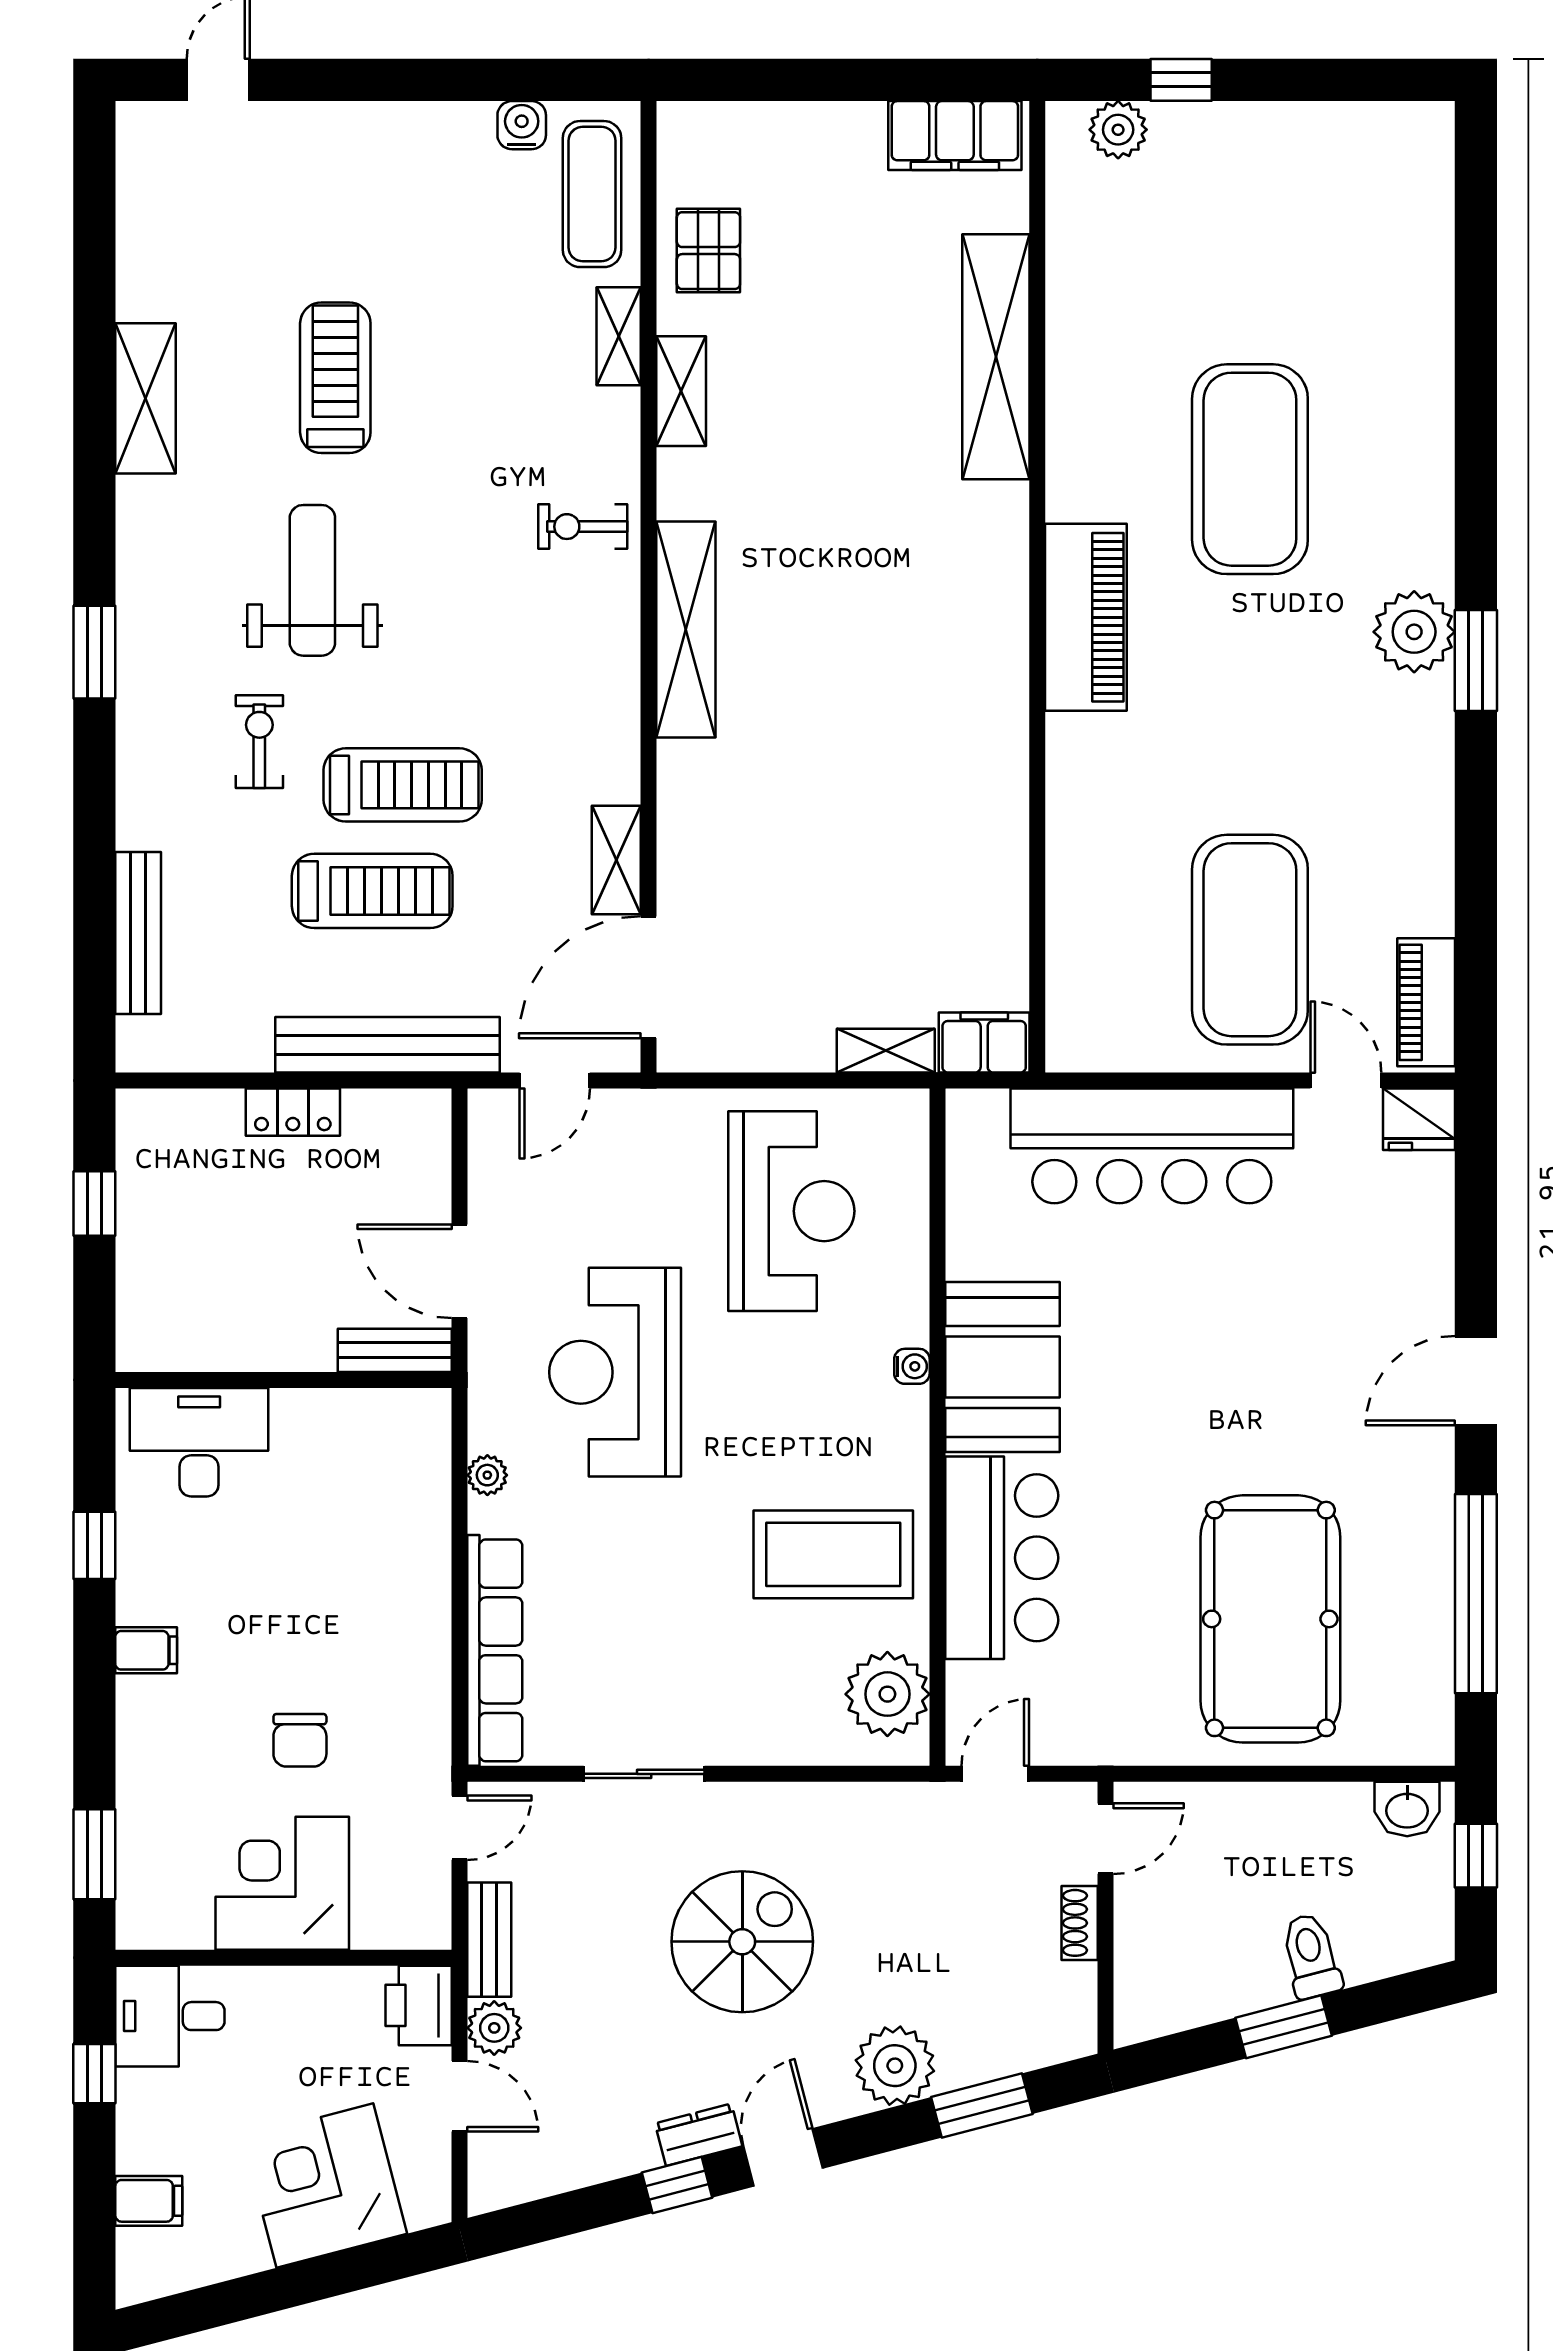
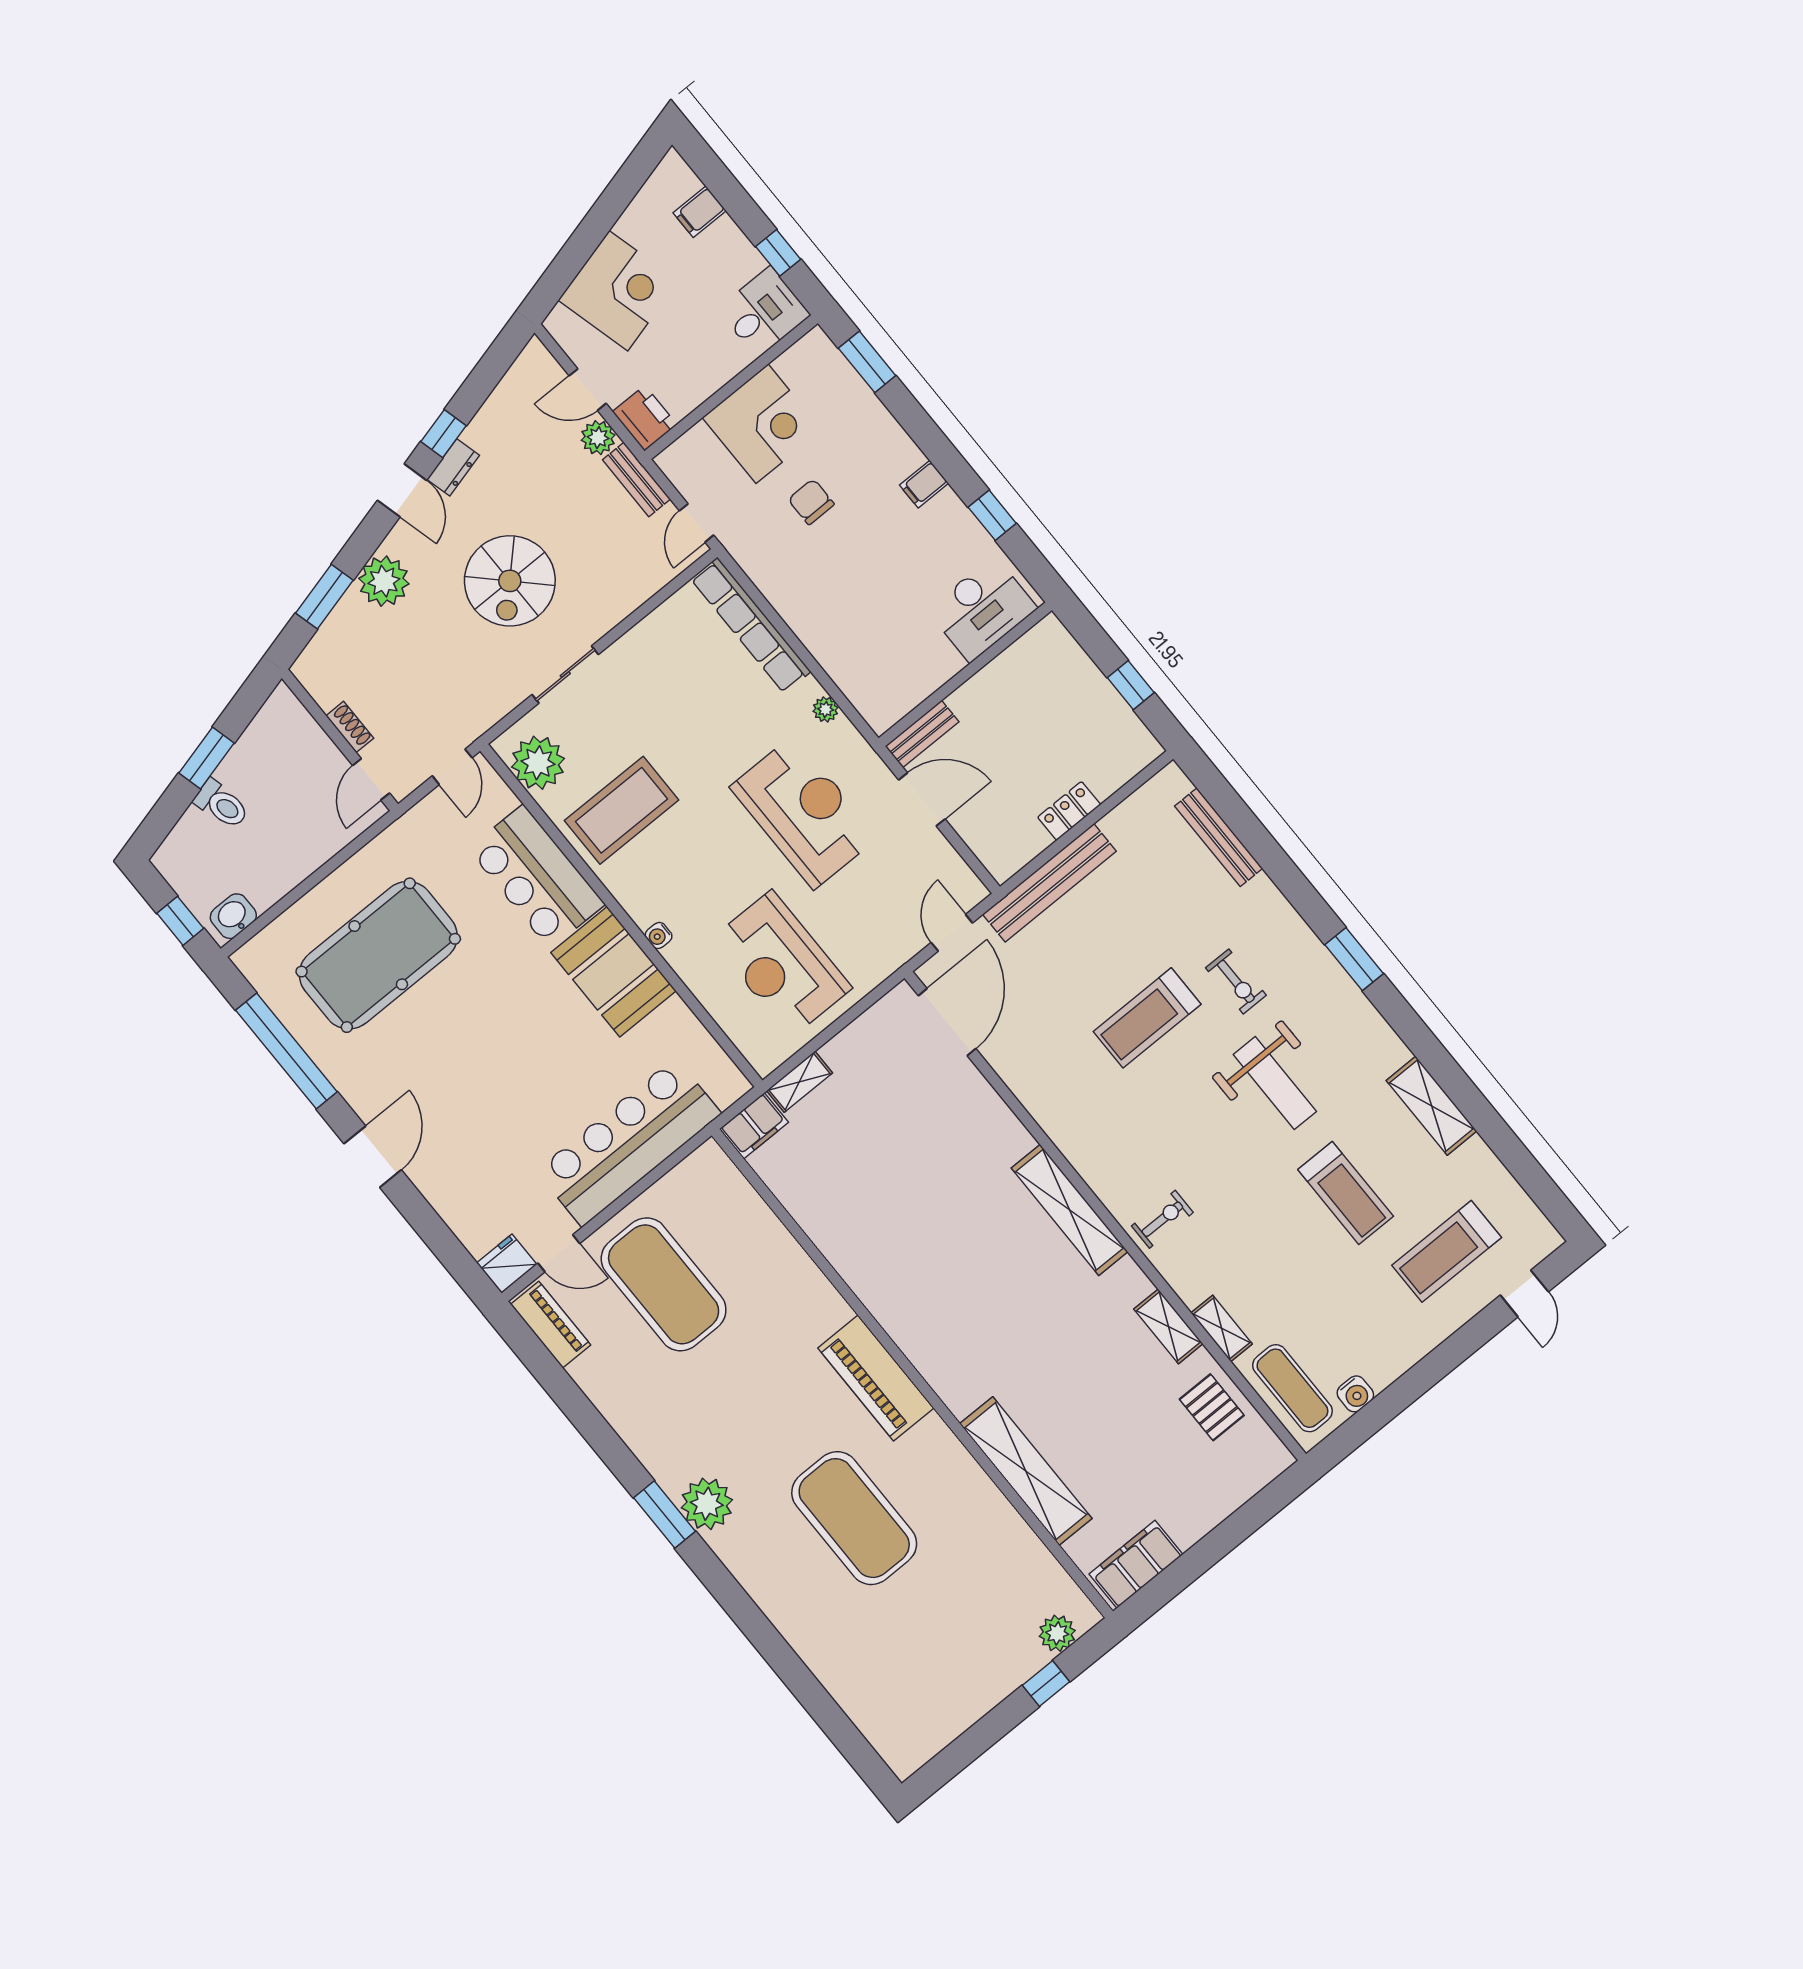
shelving: (616, 860) -> (1011, 1067), removed
treadmill: (372, 891) -> (1447, 1251), moved
pool table: (1270, 1619) -> (378, 955), turned 90
sliding door: (644, 1774) -> (565, 675), moved

